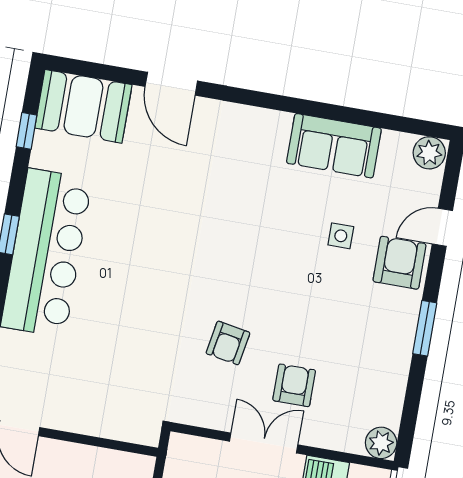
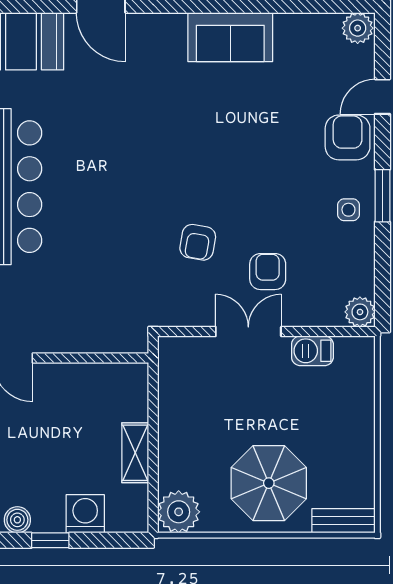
sofa: (334, 146) -> (230, 37), moved
side table: (341, 236) -> (348, 210), moved

